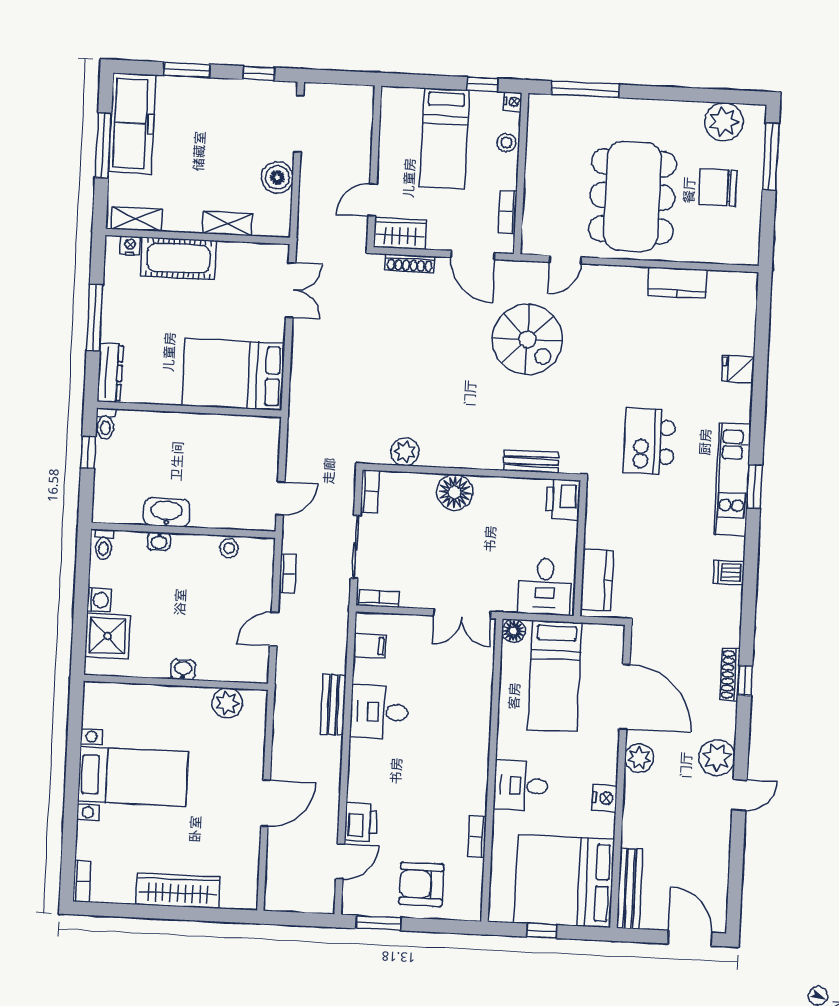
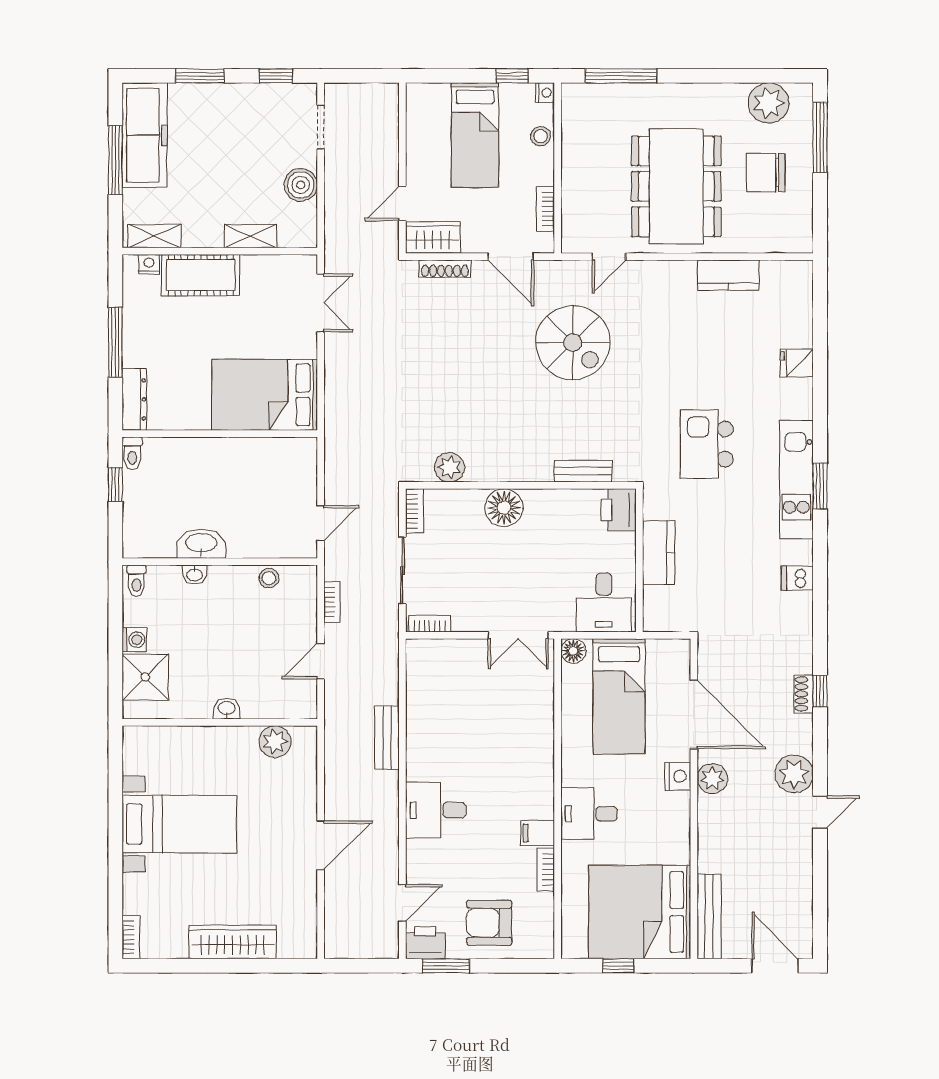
doorway: (299, 124) -> (321, 127), width x0.73
kitchen counter: (597, 580) -> (659, 553), moved
filing cabinet: (370, 646) -> (538, 833), moved, turned 180
shoe rack: (730, 674) -> (804, 694), width x0.70
desk: (379, 712) -> (436, 810), moved
nightstand: (605, 798) -> (678, 776), moved
printer: (361, 822) -> (425, 943), moved, turned -90

